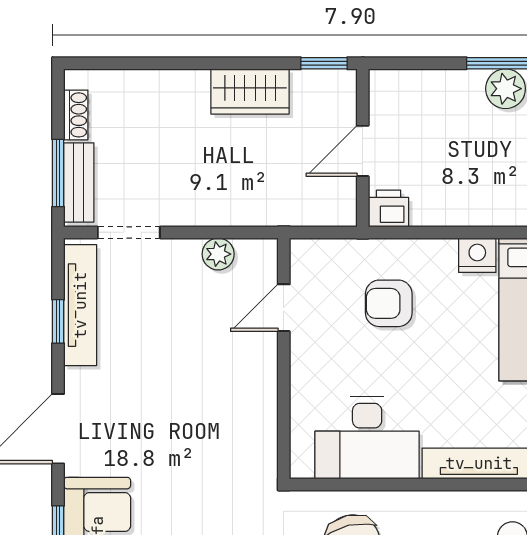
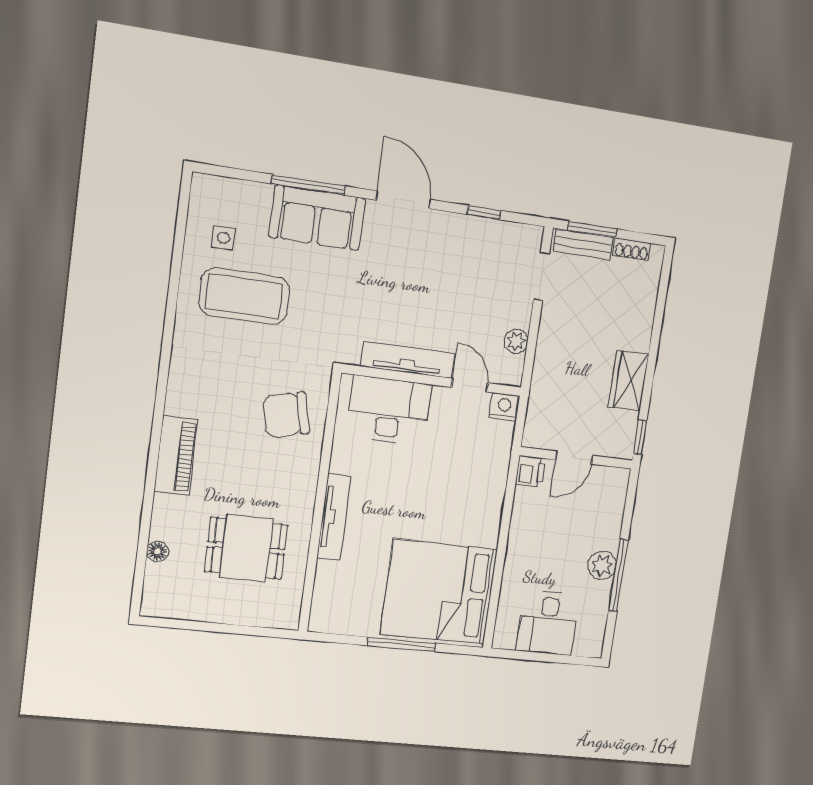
door: (363, 151) -> (574, 458), swing flipped
nightstand: (477, 255) -> (504, 407), moved, turned -90
armchair: (389, 303) -> (462, 464), removed
tv unit: (80, 305) -> (408, 360), moved, turned 180
desk: (367, 438) -> (389, 410), moved, turned 90

